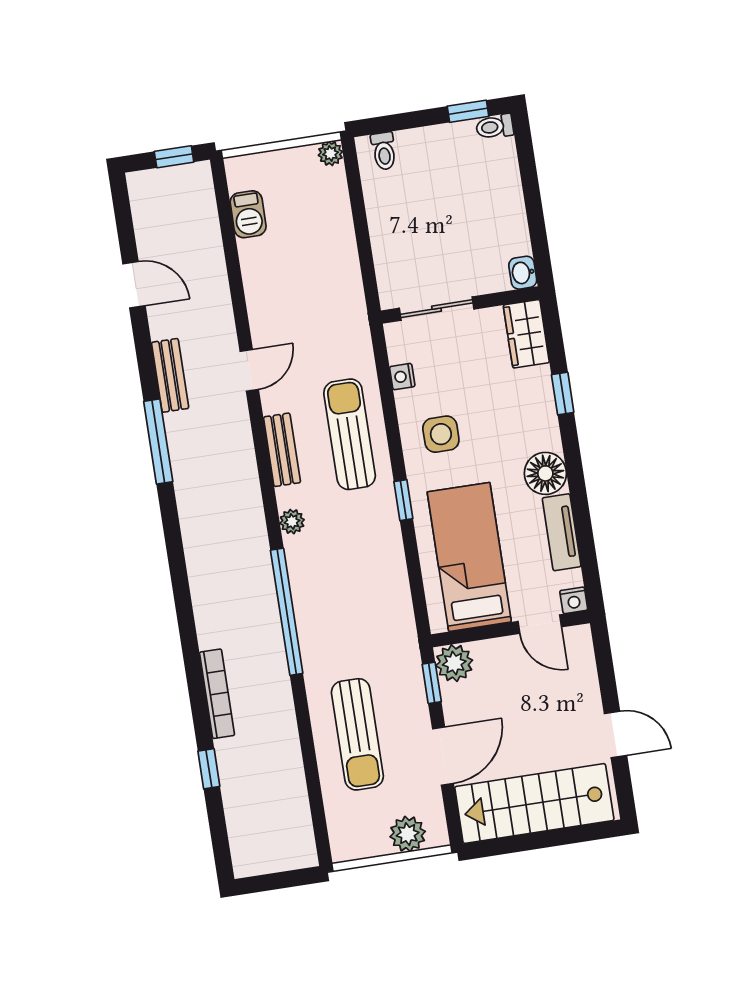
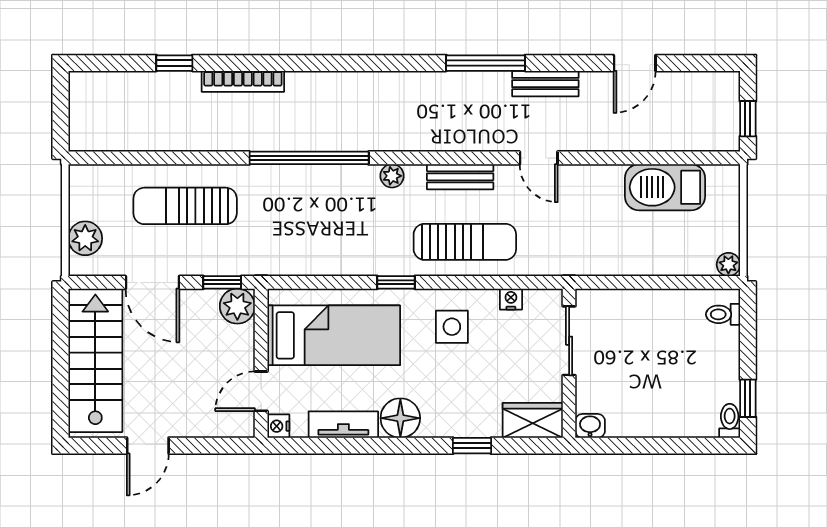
barbecue: (248, 214) -> (665, 187), width x1.88, depth x1.53

